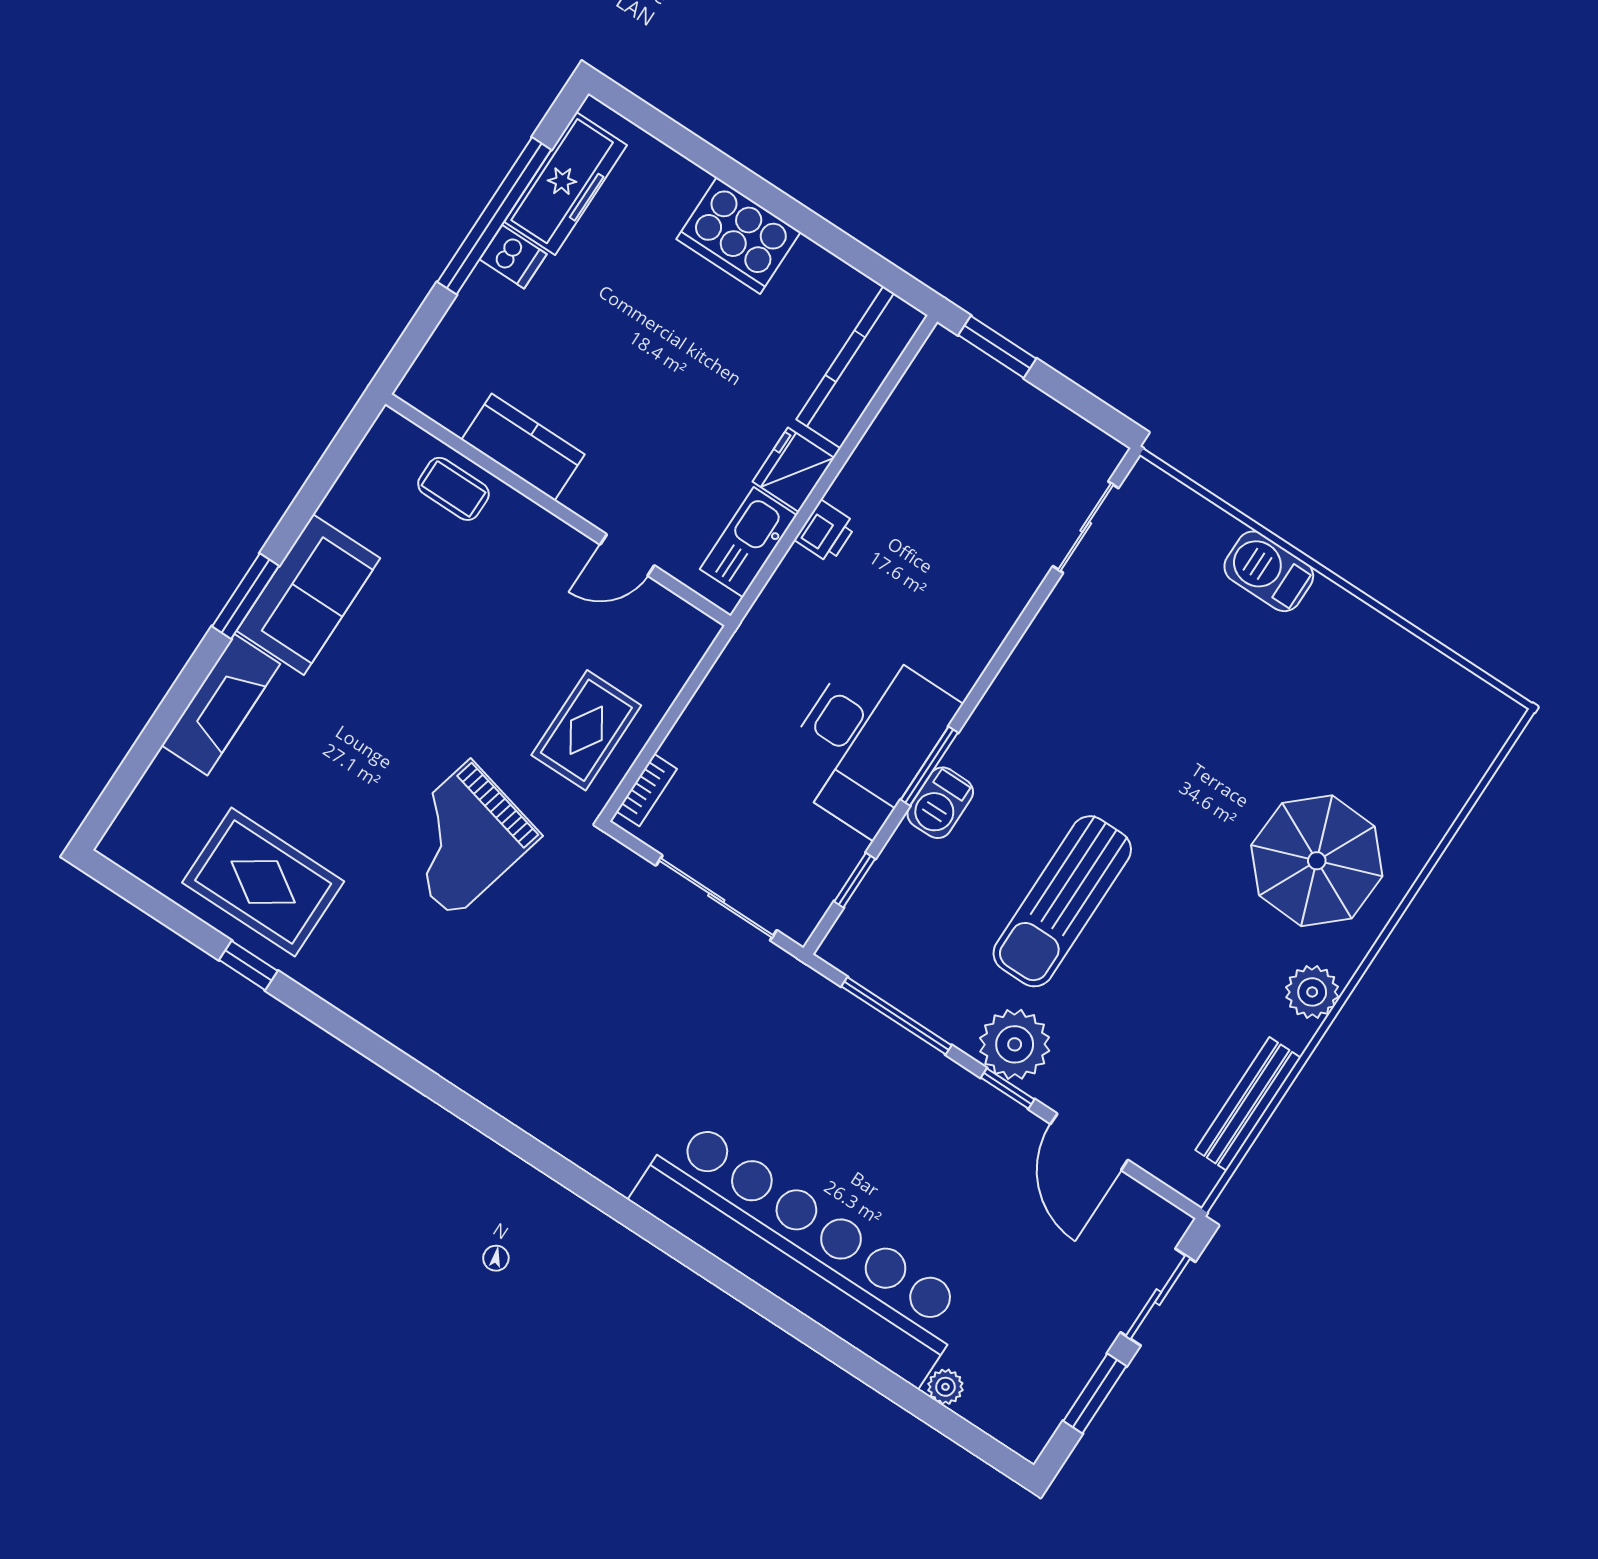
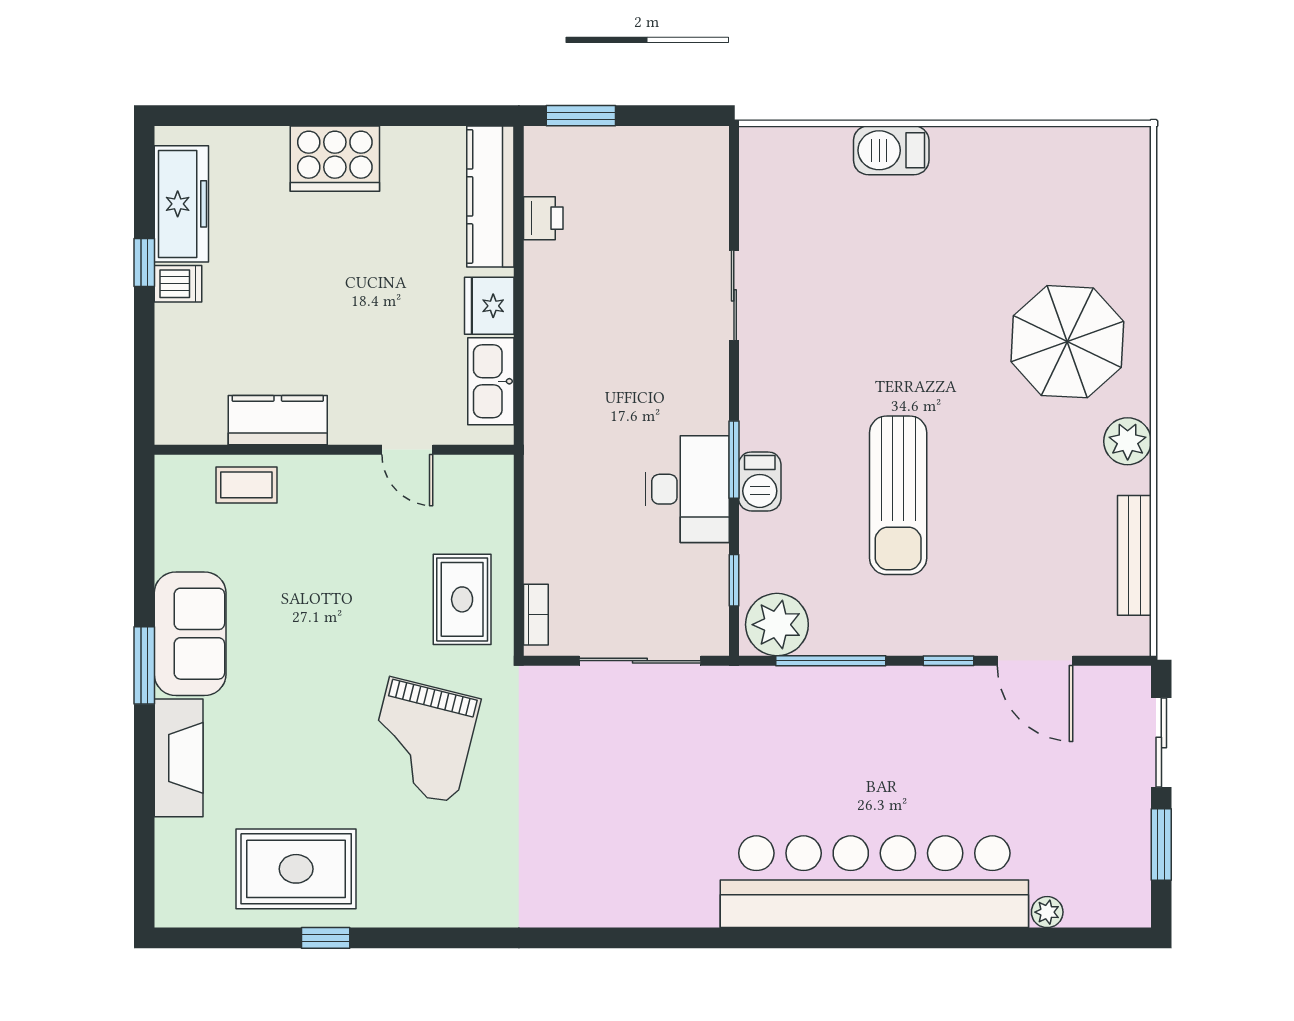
window: (494, 216) -> (144, 263), width x0.32
sliding door: (1086, 527) -> (734, 295), moved
printer: (826, 532) -> (543, 218), moved
door: (627, 555) -> (407, 450), hinge flipped
desk: (867, 739) -> (687, 489), width x0.73, depth x0.77
plant: (1015, 1044) -> (777, 625), moved

